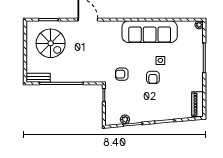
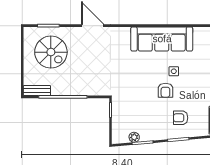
armchair: (122, 74) -> (181, 118), moved

